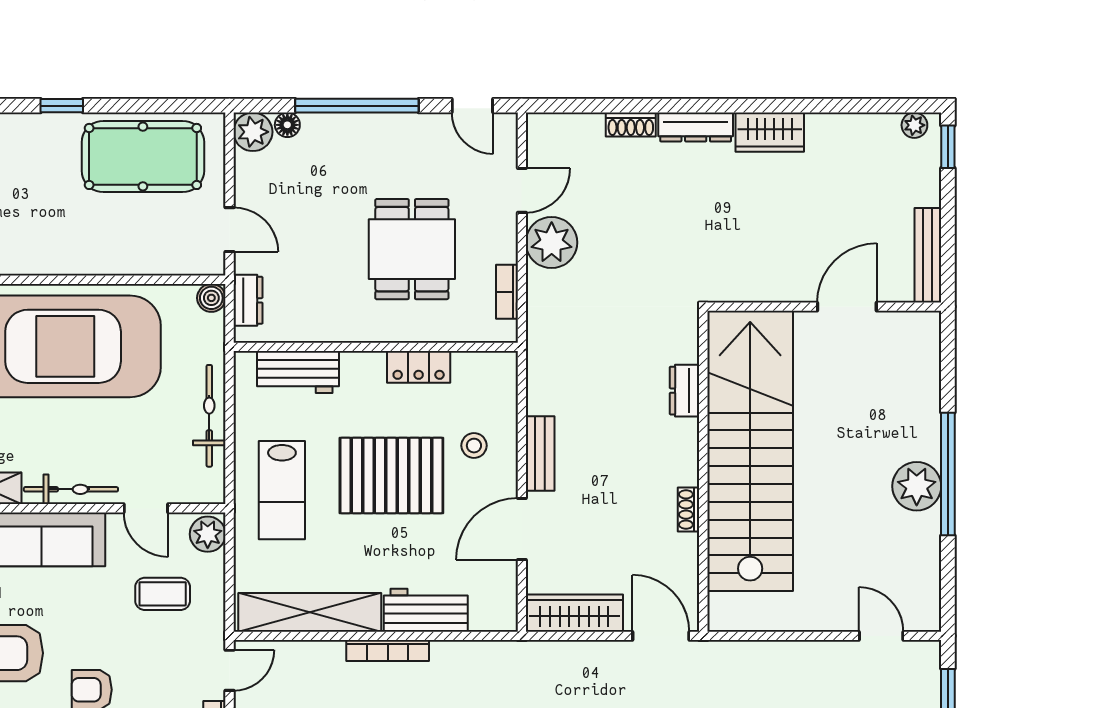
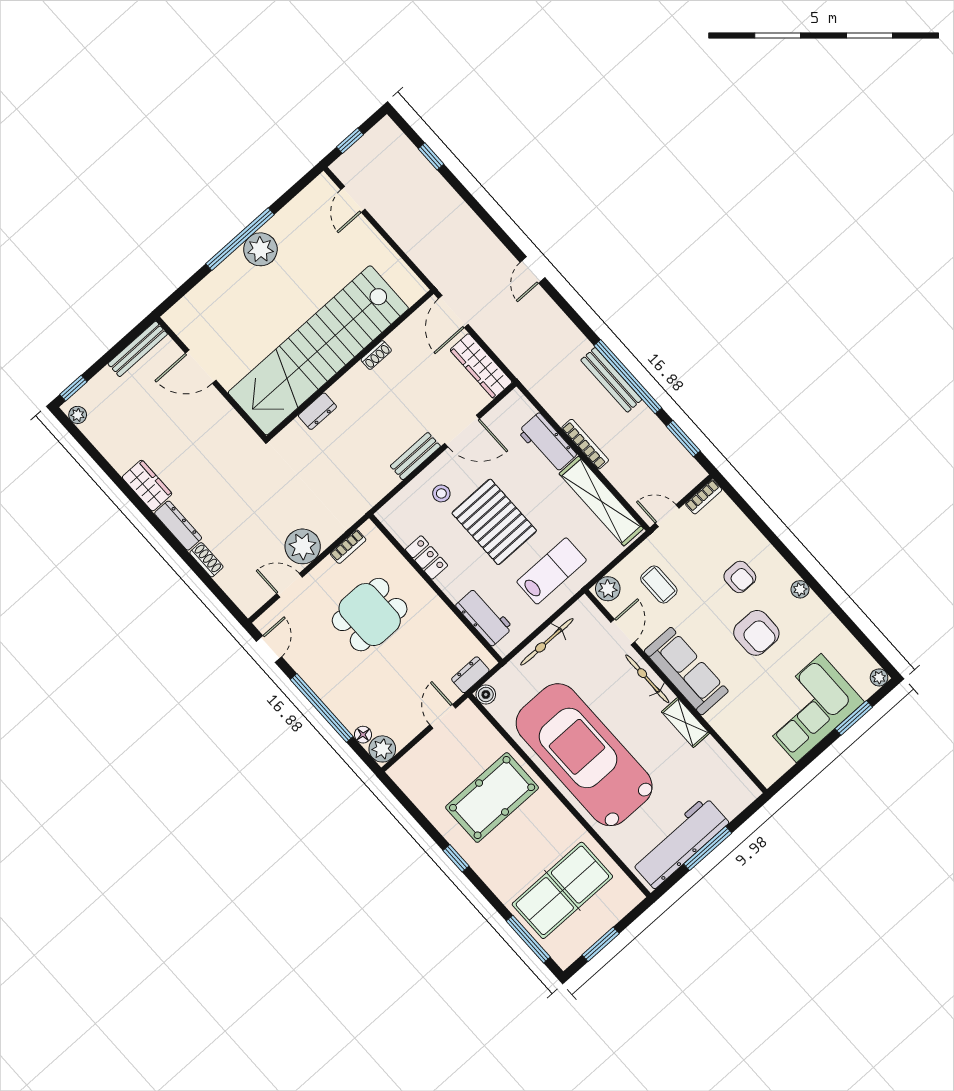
pool table: (143, 156) -> (492, 798), moved, turned 90

